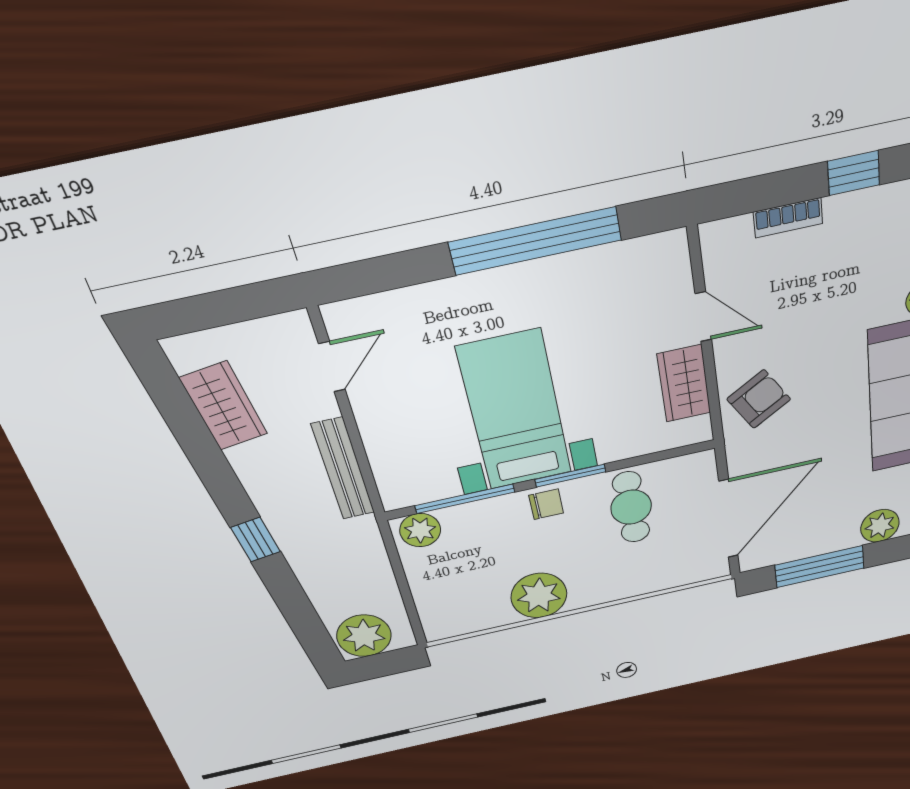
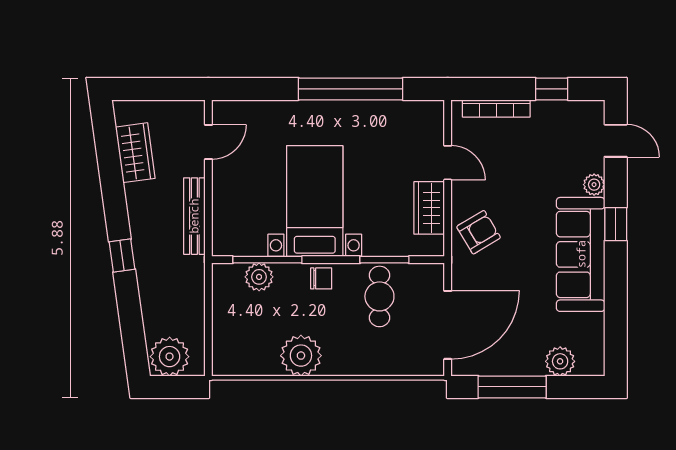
bookcase: (788, 218) -> (496, 108), width x1.56
window: (570, 476) -> (384, 260), moved
plant: (420, 530) -> (259, 277), moved

